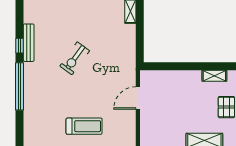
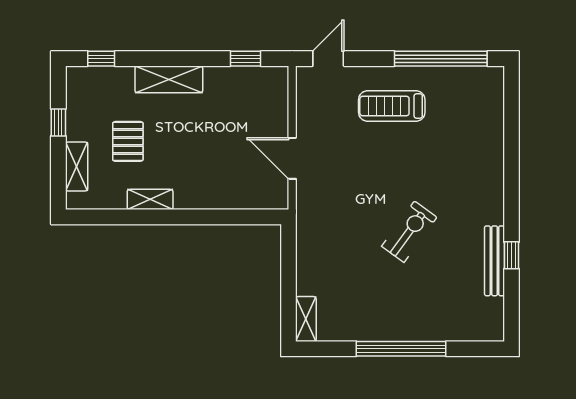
window: (19, 86) -> (511, 180), removed
door: (138, 98) -> (292, 158), swing flipped

